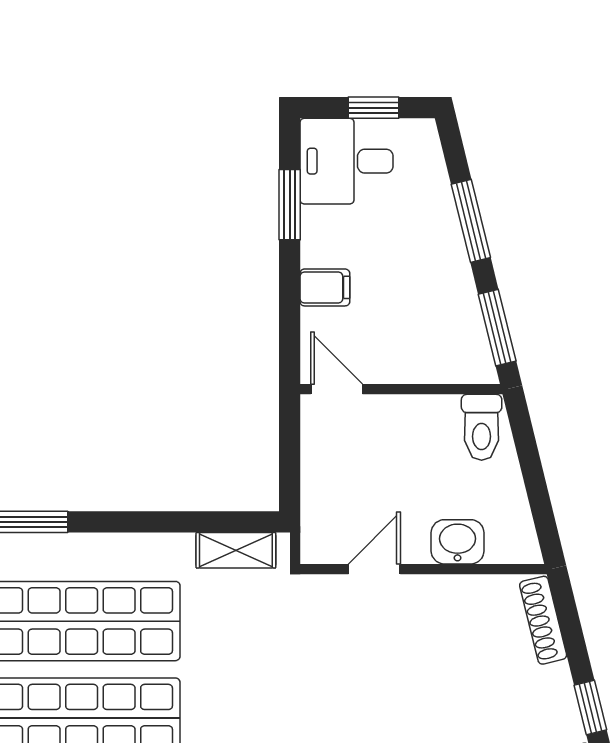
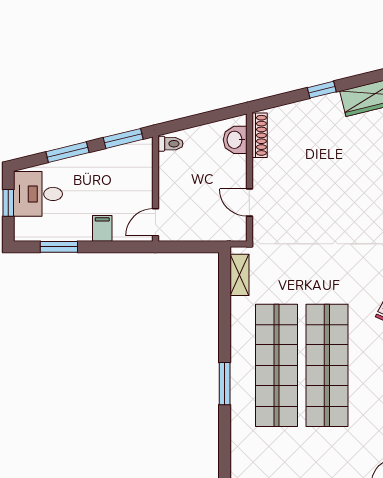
desk: (347, 161) -> (38, 194), moved, turned 90
toilet: (482, 427) -> (170, 144), width x0.73, depth x0.72
washbasin: (458, 542) -> (235, 140), moved
shoe rack: (543, 620) -> (260, 135), moved, turned -76

